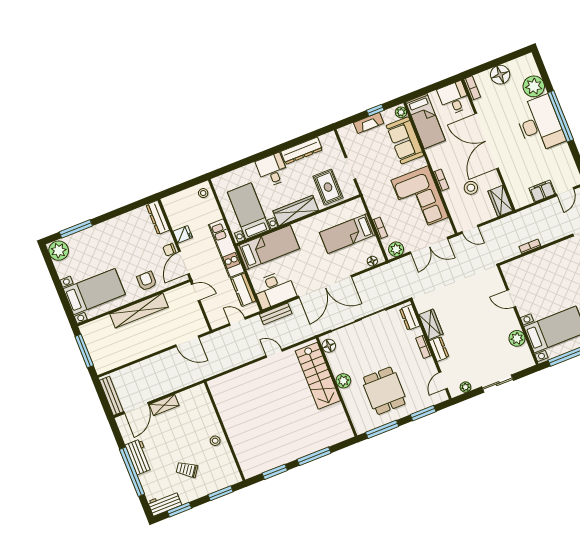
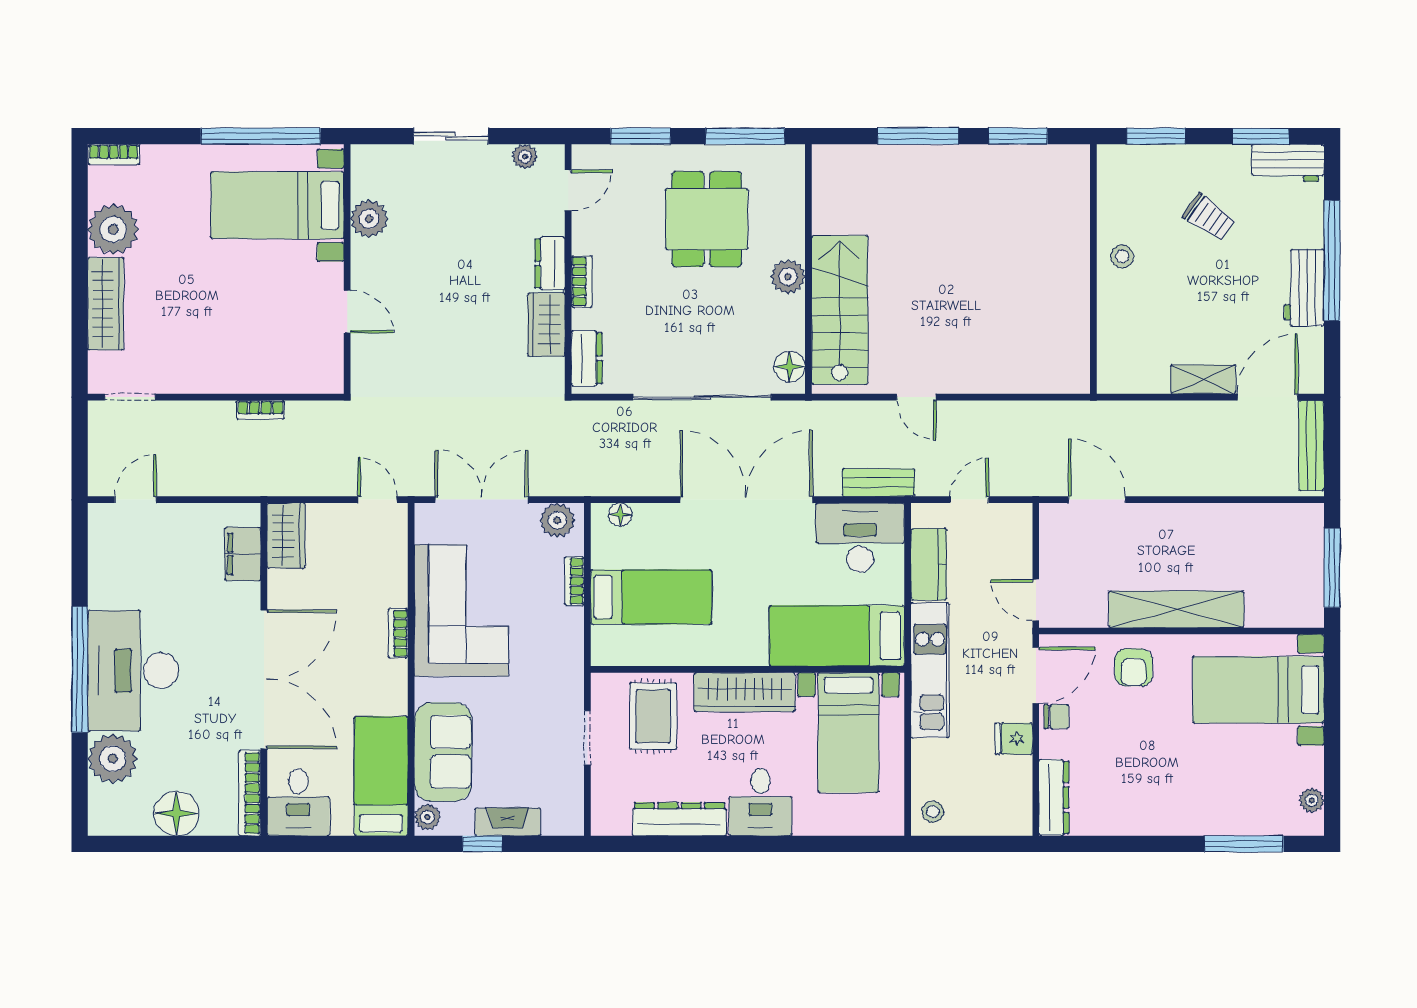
bookcase: (472, 88) -> (250, 793), width x1.56
stool: (471, 188) -> (339, 590), removed
filing cabinet: (542, 191) -> (243, 554), moved, turned 90
plant: (59, 251) -> (1312, 800), width x0.53, depth x0.53
door: (237, 321) -> (969, 500), swing flipped

